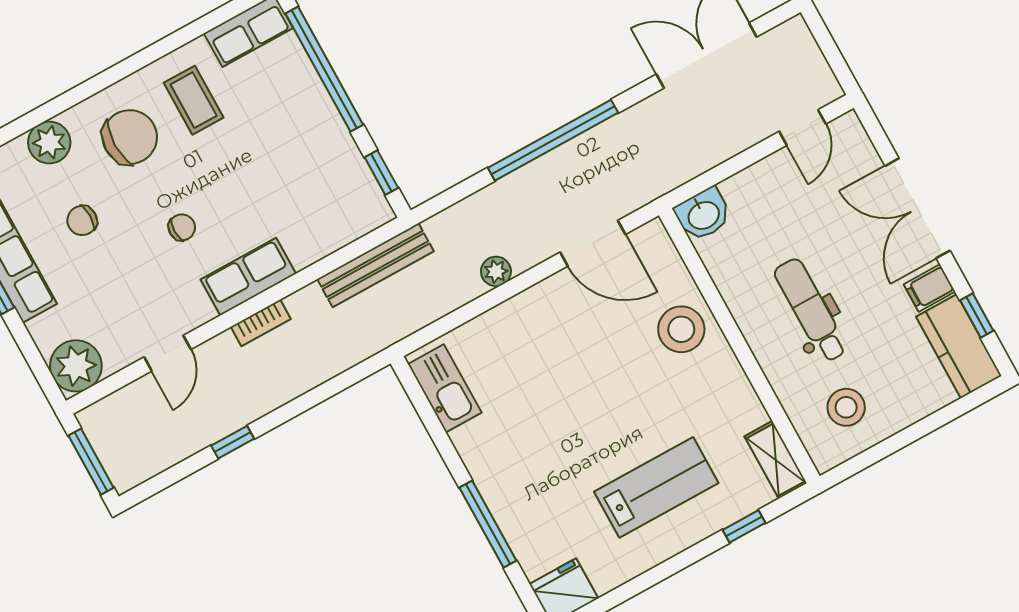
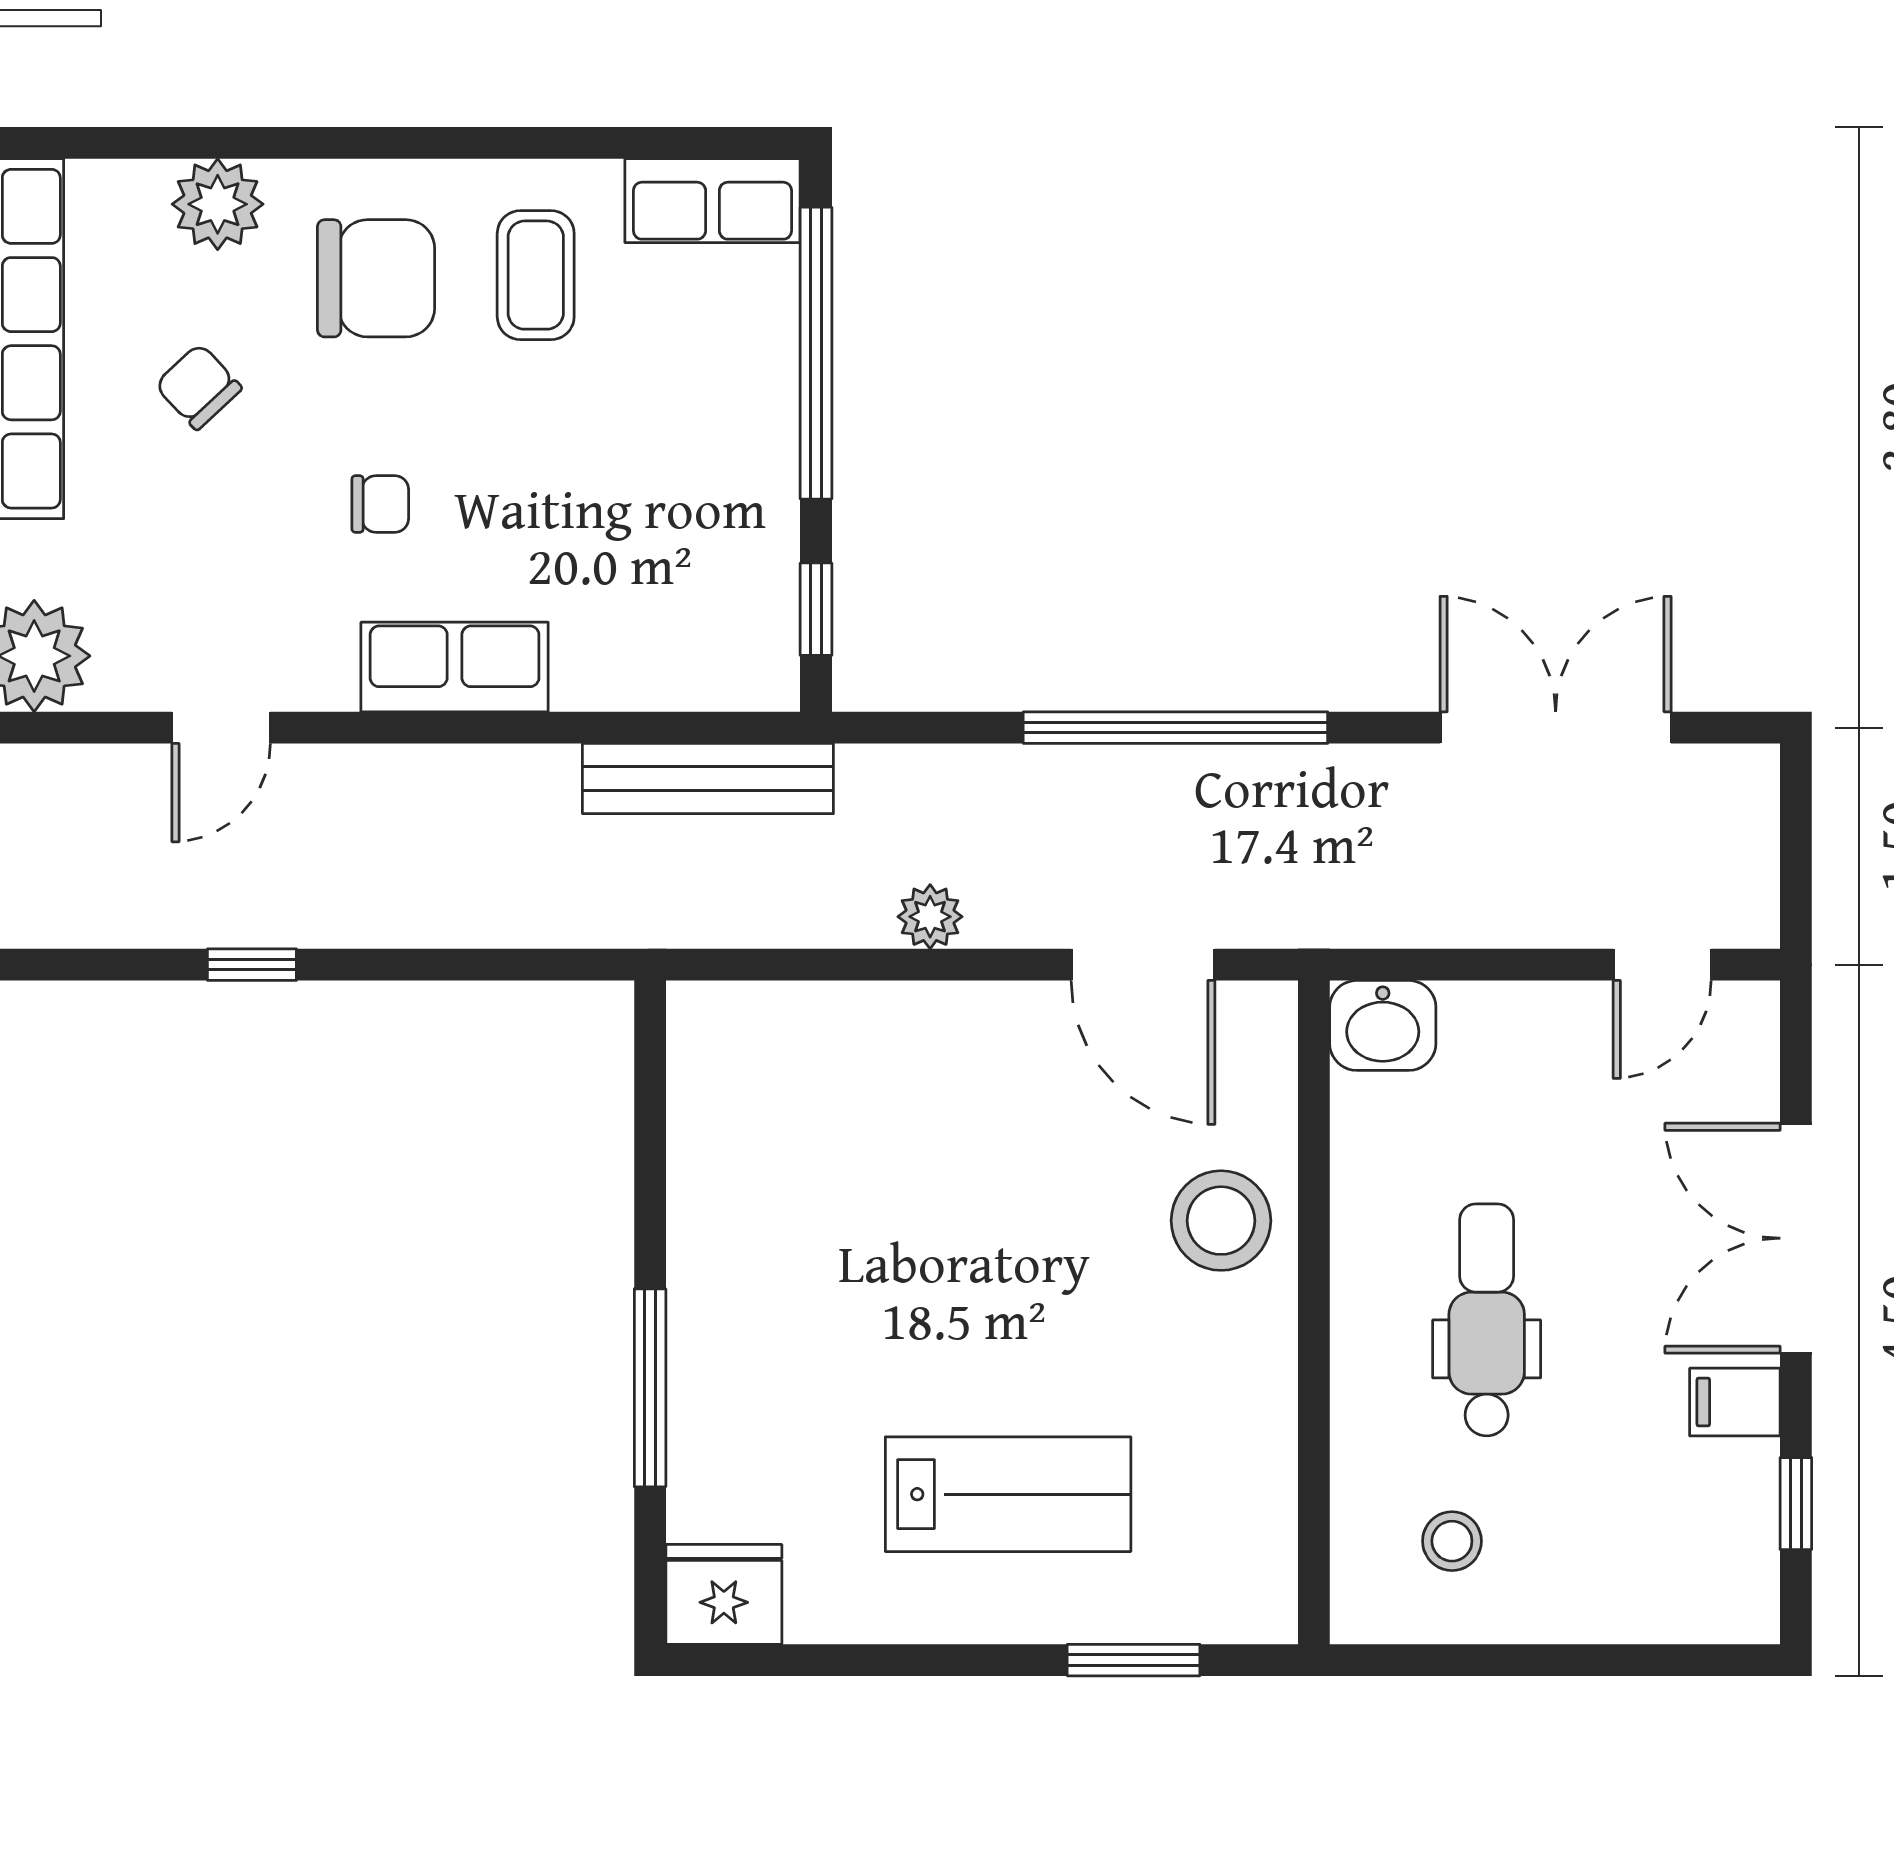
chair: (82, 220) -> (198, 387), turned 47
bookcase: (261, 323) -> (430, 768), removed
kitchen counter: (959, 346) -> (1730, 1543), removed
kitchen sink: (445, 388) -> (711, 1085), removed
stool: (846, 407) -> (1452, 1541), width x0.73, depth x0.73
shelving: (776, 460) -> (1263, 1567), removed
window: (744, 526) -> (1134, 1660), width x1.50

